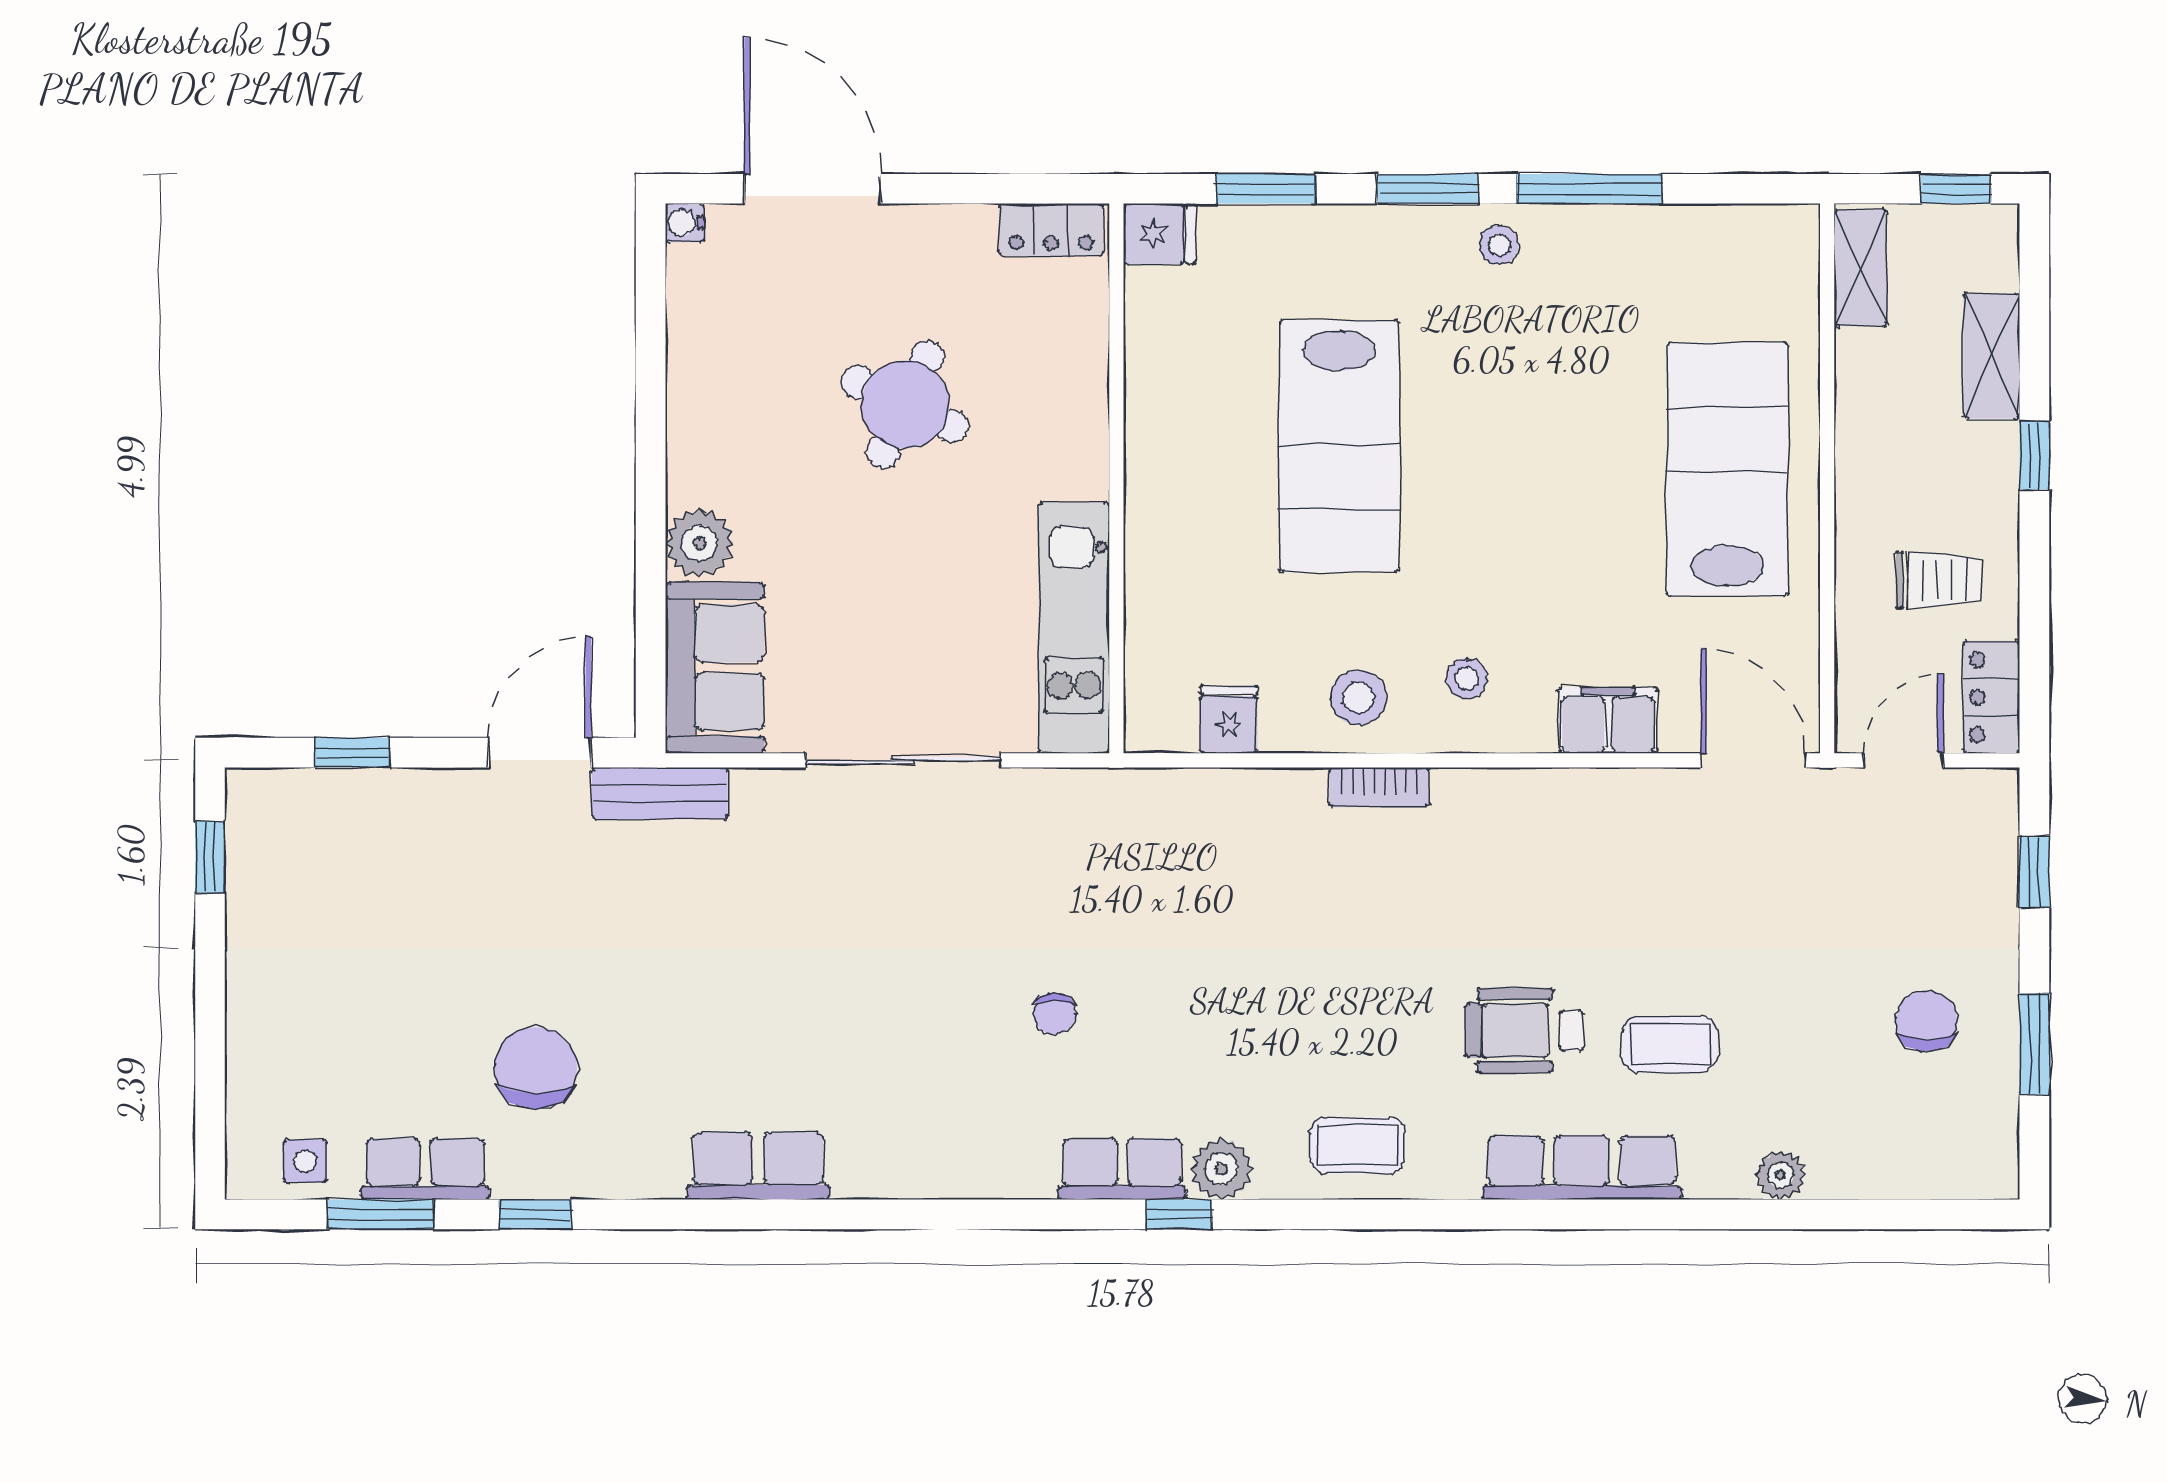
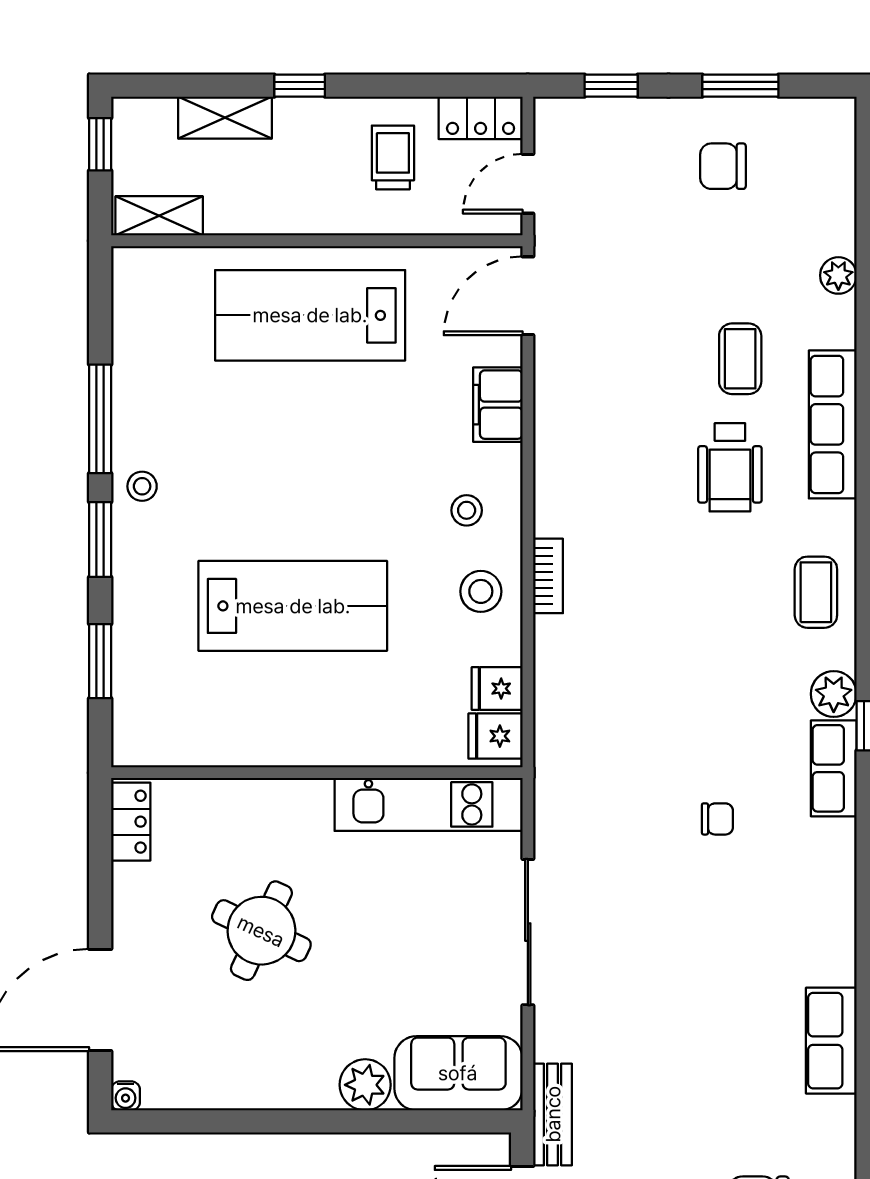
fridge: (1160, 234) -> (496, 736), moved, turned -90
door: (1903, 760) -> (528, 184), hinge flipped

